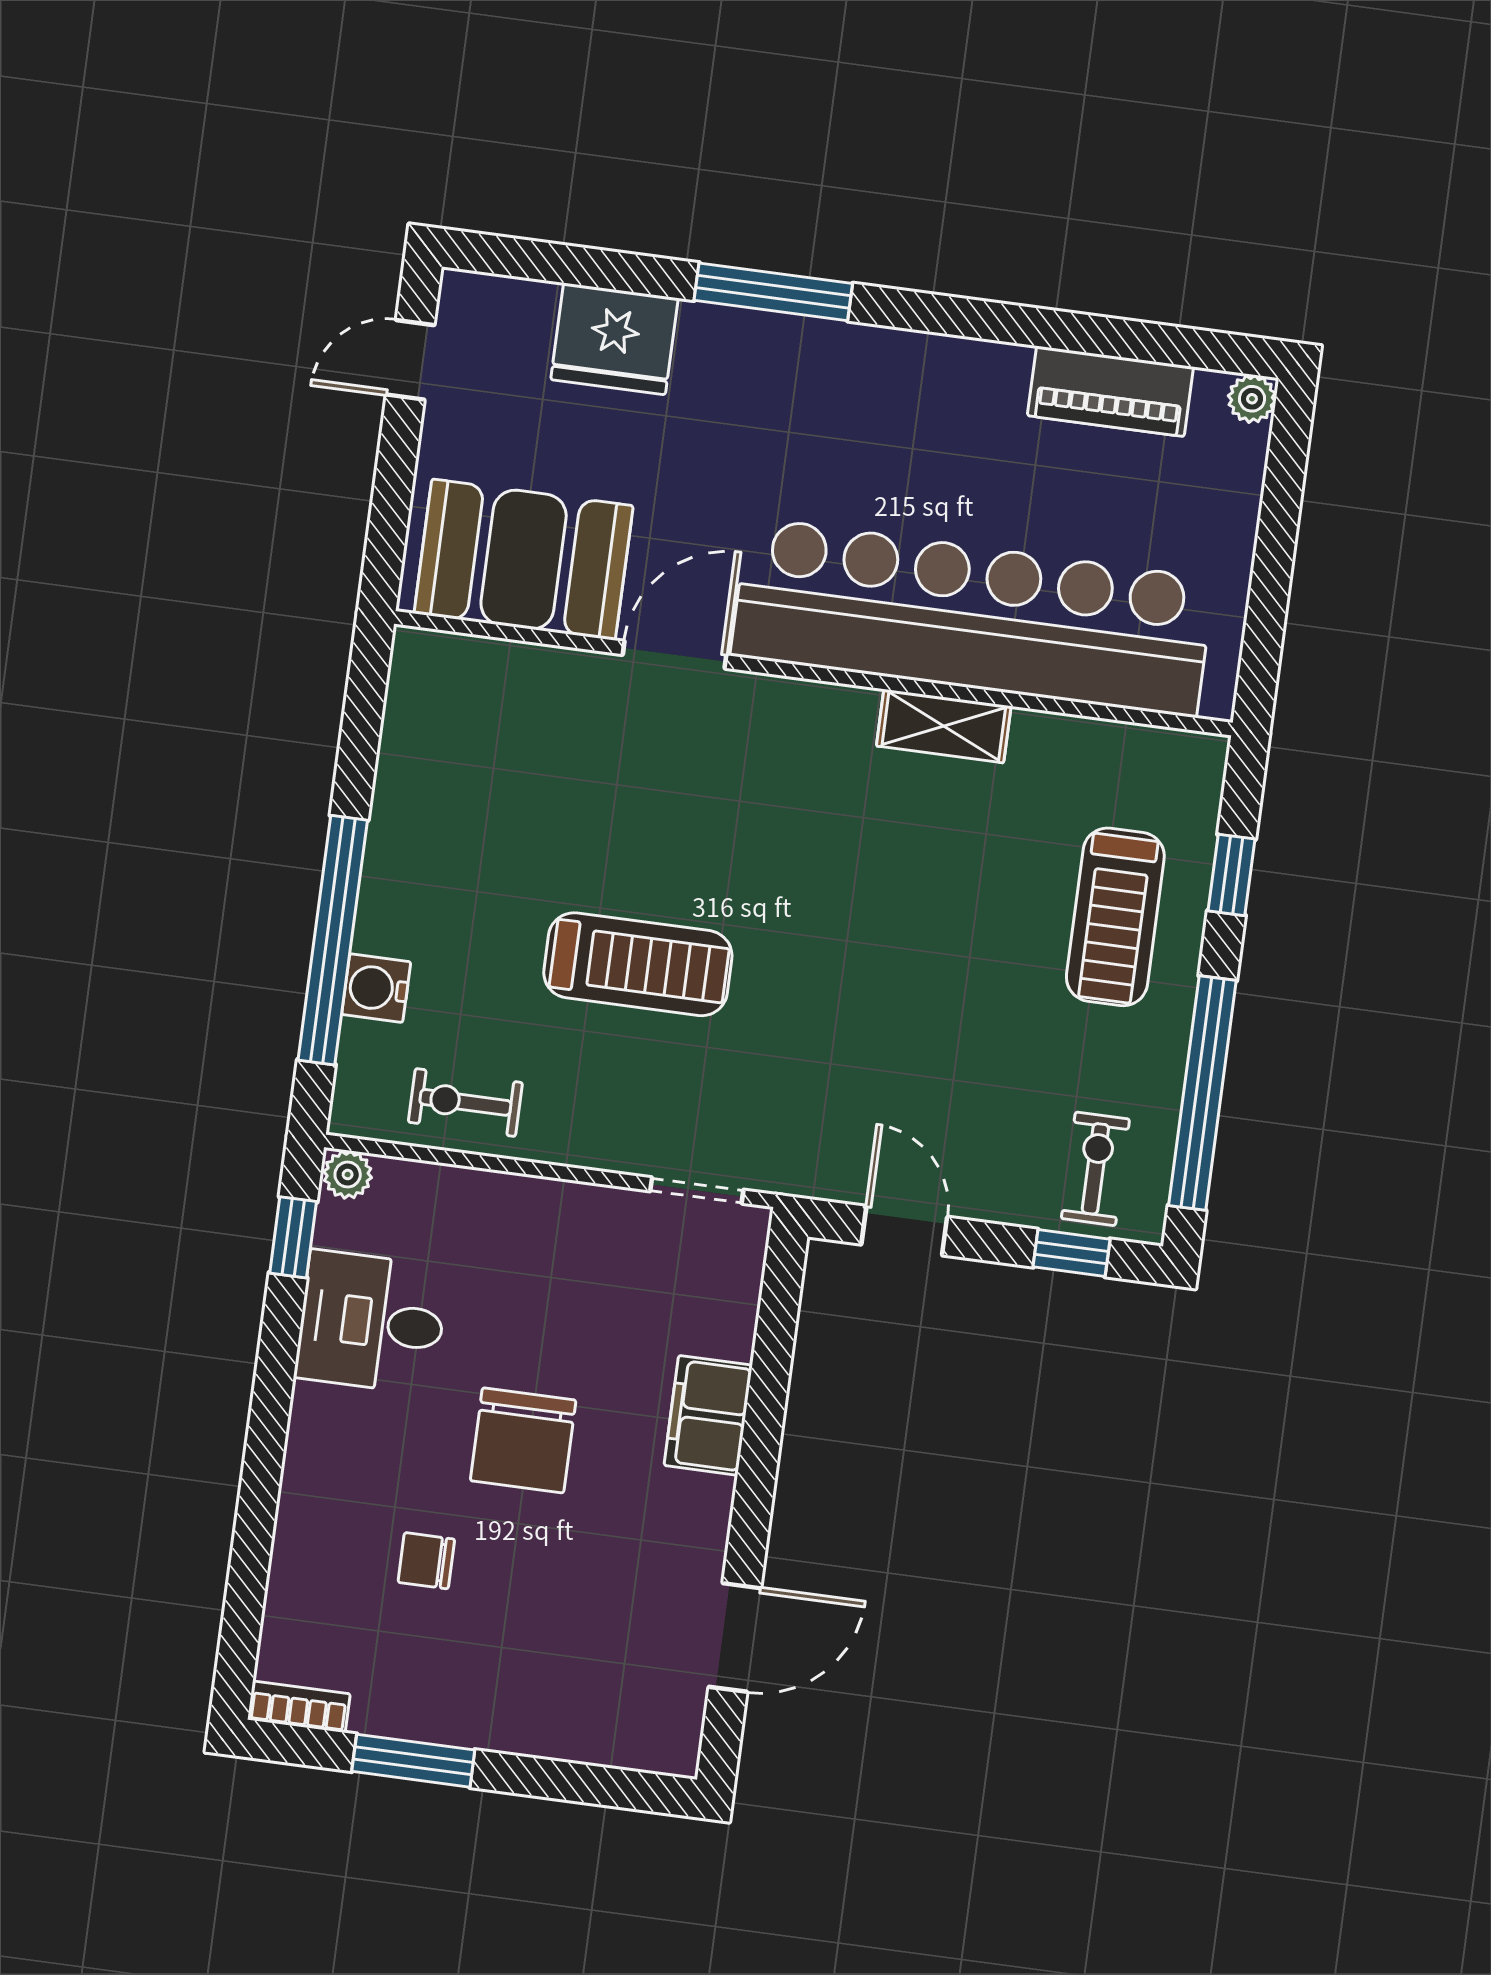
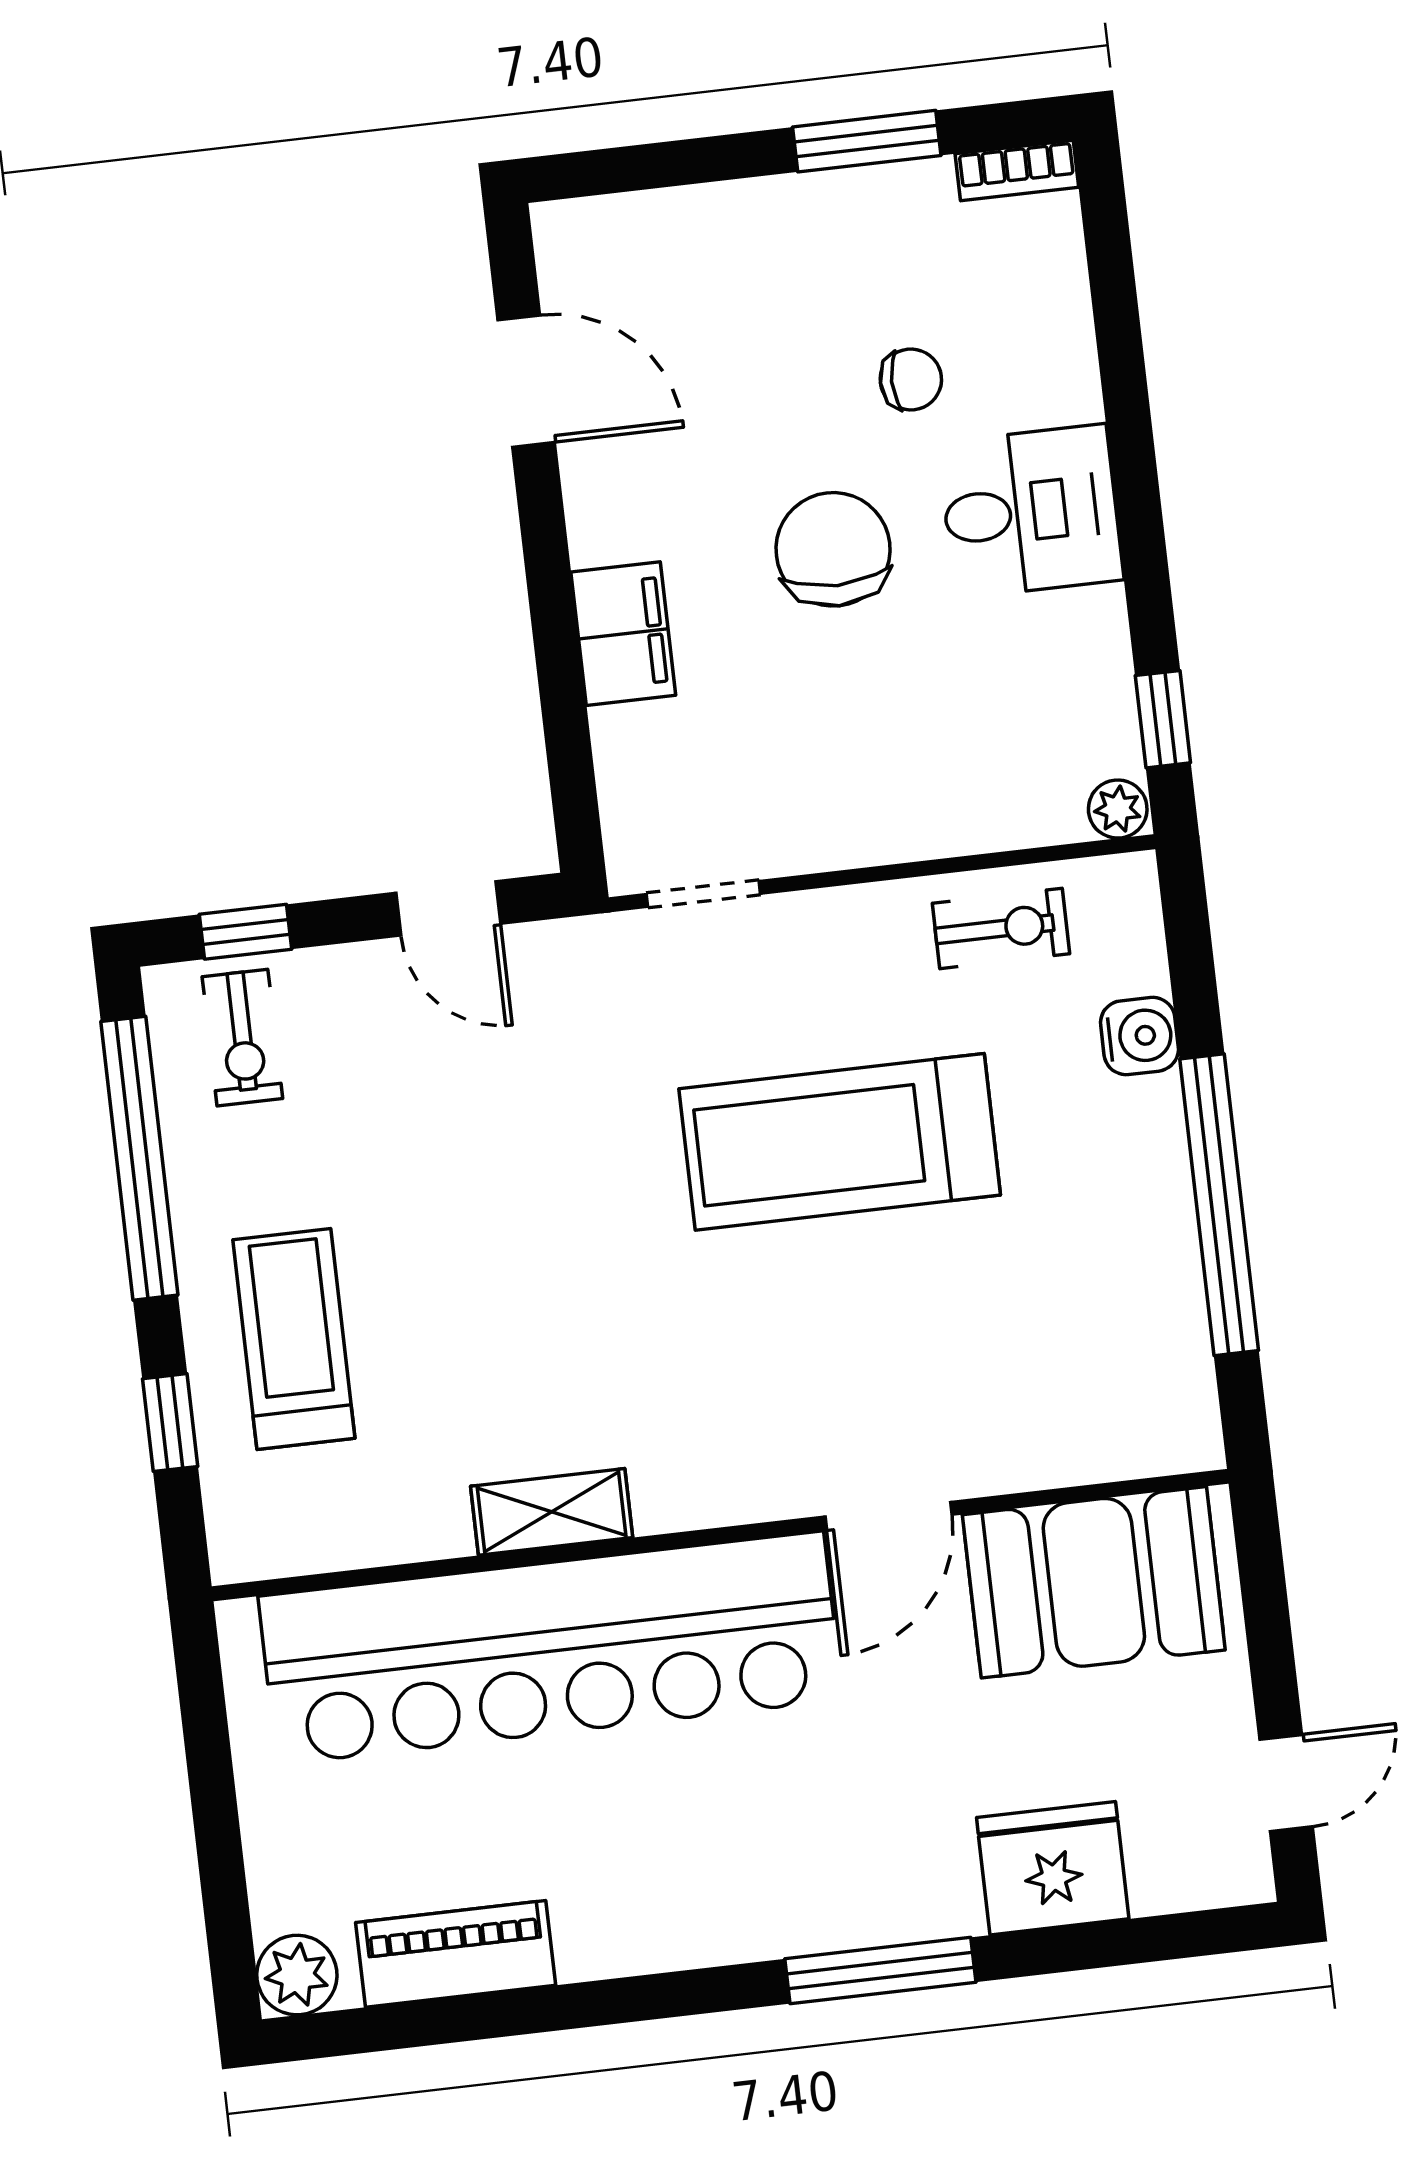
plant: (1252, 399) -> (297, 1975), width x1.38, depth x1.38
window: (333, 940) -> (1219, 1205), moved
treadmill: (638, 964) -> (840, 1142), width x1.37, depth x1.37
desk: (372, 1322) -> (1031, 511), moved
door: (735, 1637) -> (526, 381), swing flipped

